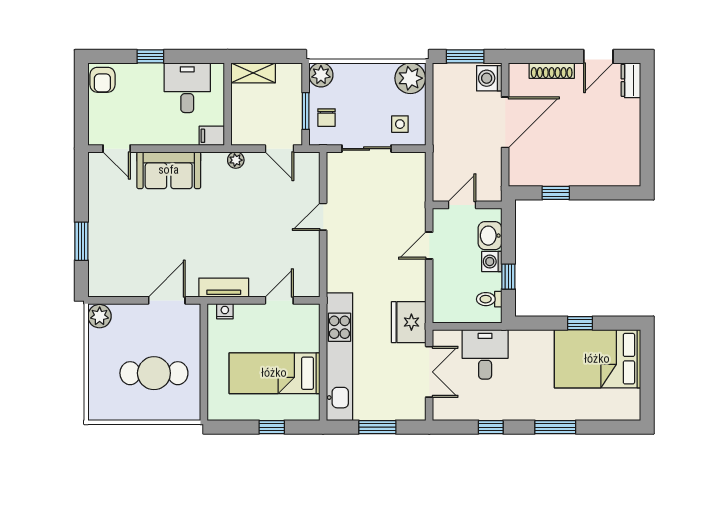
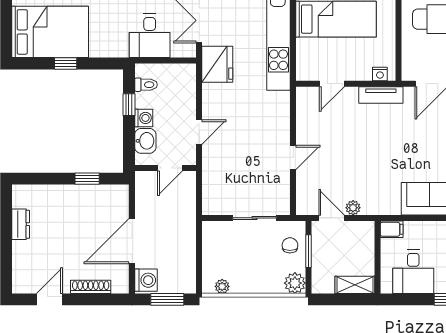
plant: (410, 78) -> (222, 286), width x0.53, depth x0.53
dresser: (631, 80) -> (21, 224), moved
side table: (400, 124) -> (225, 240), removed
plant: (236, 160) -> (353, 208), moved

